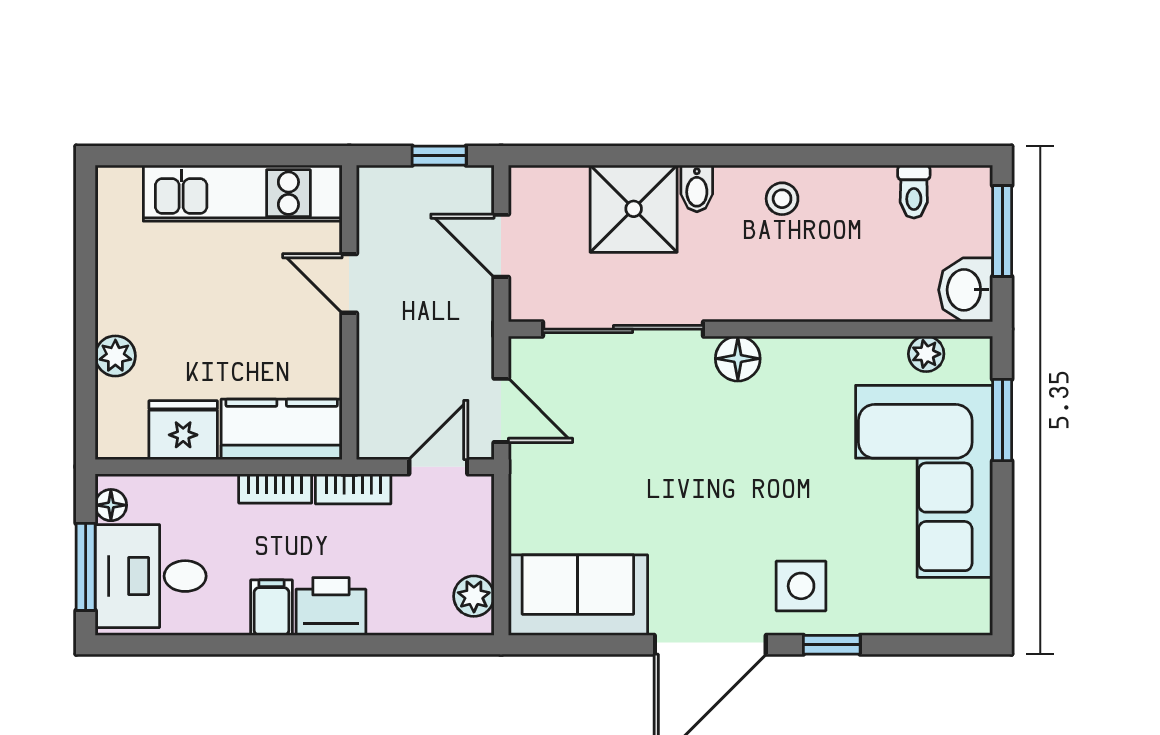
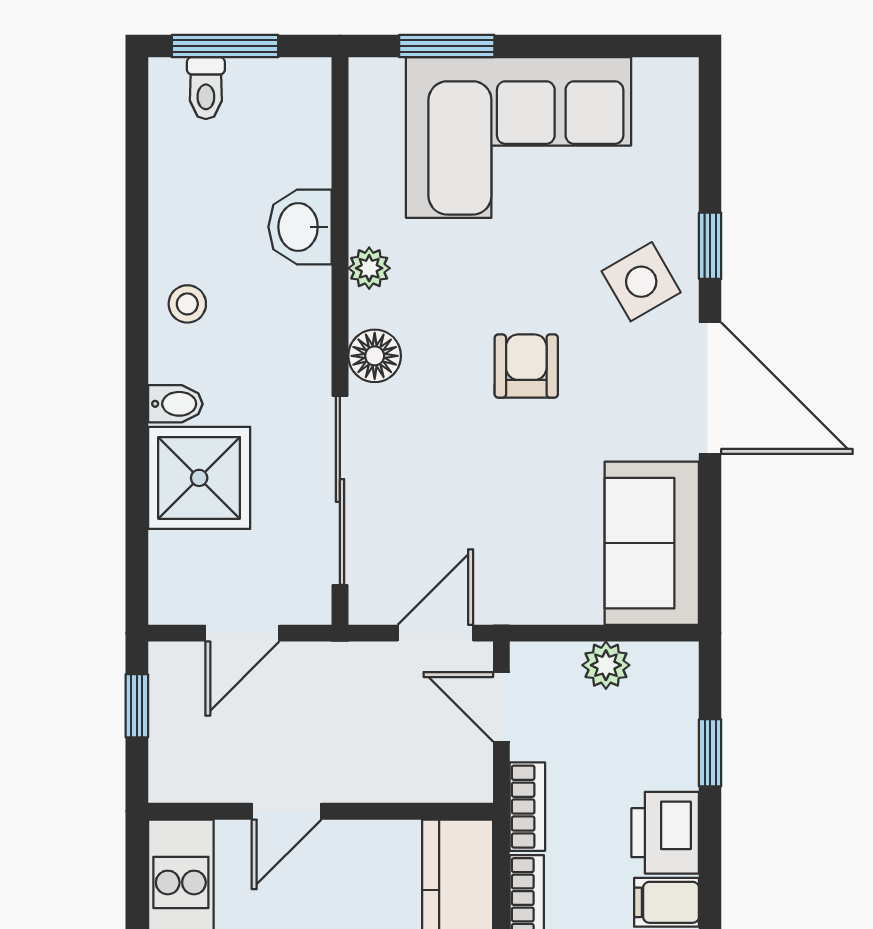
toilet: (914, 192) -> (206, 88), moved, turned 90
washbasin: (966, 290) -> (300, 227), moved, turned 90
plant: (926, 354) -> (369, 268), moved
armchair: (729, 488) -> (526, 366), added
side table: (801, 586) -> (641, 282), turned -30
plant: (474, 596) -> (606, 665), moved
window: (399, 645) -> (710, 753), added

